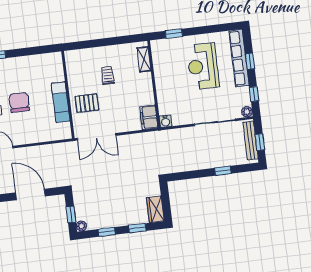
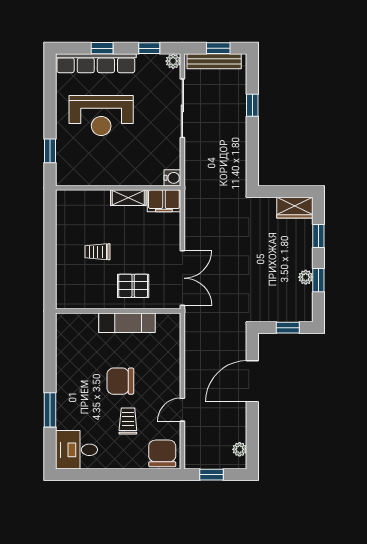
shelving: (144, 59) -> (128, 198), moved
pallet: (87, 103) -> (133, 286), turned 90
plant: (81, 226) -> (306, 277), moved

